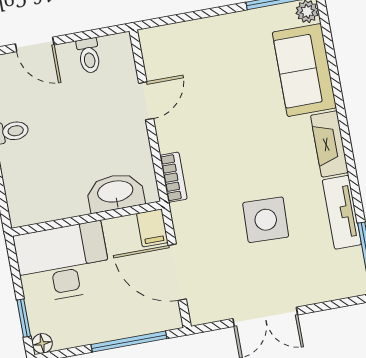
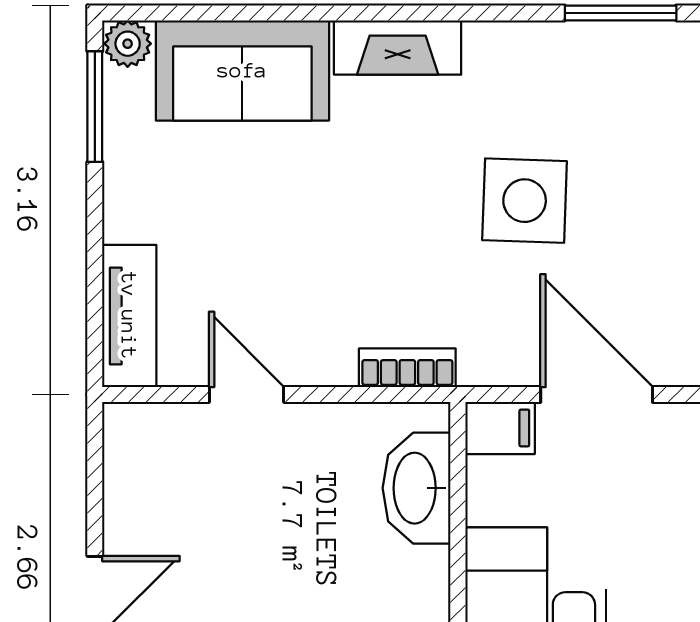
toilet: (89, 56) -> (137, 491), removed
tv unit: (342, 212) -> (129, 316), moved, turned -90
door: (177, 272) -> (597, 395), swing flipped

